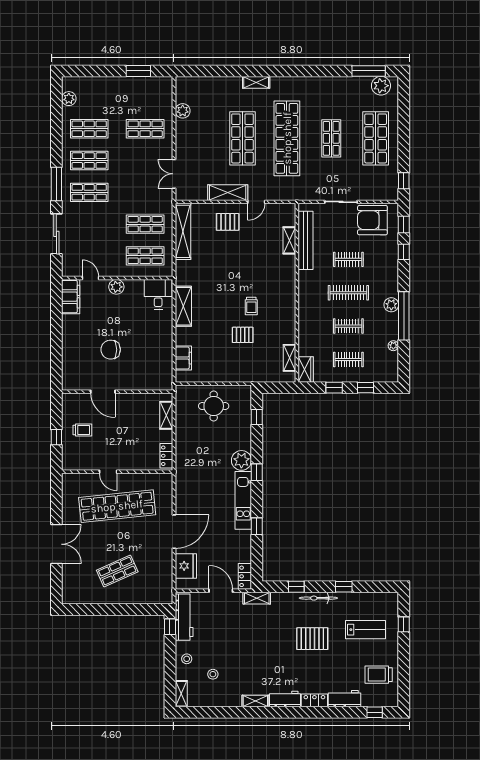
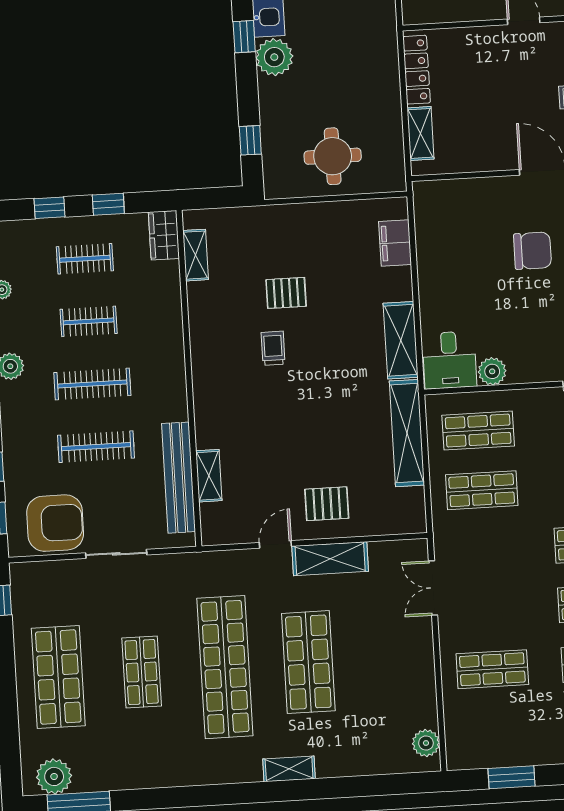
plant: (183, 111) -> (426, 743), moved
double door: (174, 174) -> (433, 588), swing flipped
shelving: (183, 231) -> (407, 433), moved
clothes rail: (348, 259) -> (96, 447), width x1.36
plant: (116, 287) -> (492, 371), moved
locker: (166, 456) -> (417, 70), width x1.53

